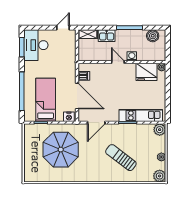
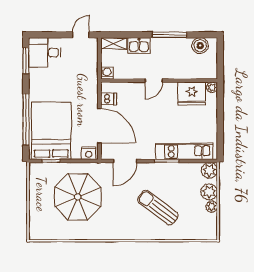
desk: (36, 45) -> (45, 52), width x0.73
washing machine: (132, 56) -> (107, 73), moved
door: (118, 62) -> (154, 81), swing flipped
bed: (46, 100) -> (51, 131), width x1.50
plant: (160, 176) -> (209, 192), moved

